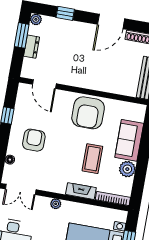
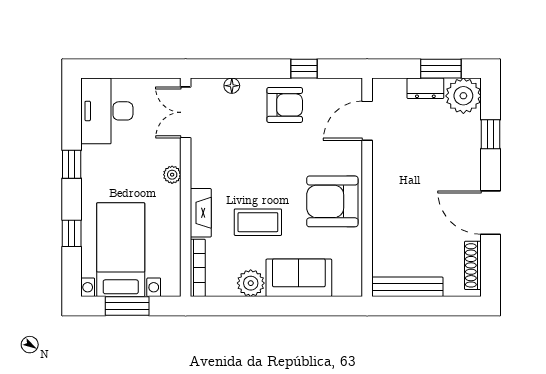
plant: (36, 19) -> (463, 96), width x1.87, depth x1.87
armchair: (34, 140) -> (285, 105), moved

